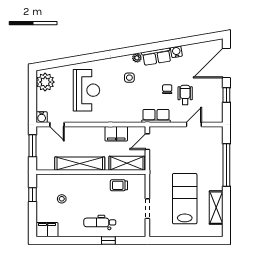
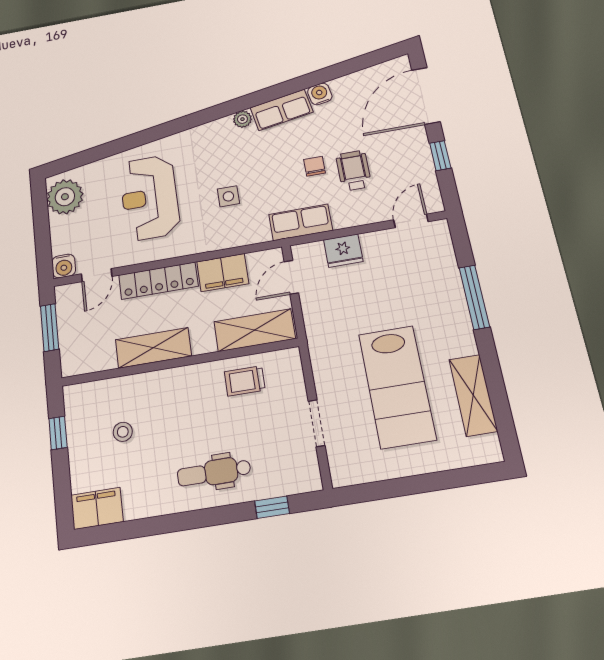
side table: (129, 78) -> (228, 196), moved
reception desk: (86, 90) -> (149, 198), turned 180
door: (57, 124) -> (97, 275), hinge flipped
door: (194, 124) -> (411, 221), moved
locker: (86, 132) -> (158, 281), added
fridge: (173, 133) -> (343, 251), added
shelving: (80, 164) -> (153, 348), width x0.68
window: (226, 165) -> (474, 297), width x0.68
lab bench: (185, 199) -> (397, 386), turned 180
window: (108, 241) -> (272, 507), moved

